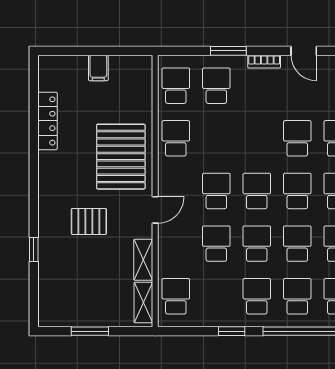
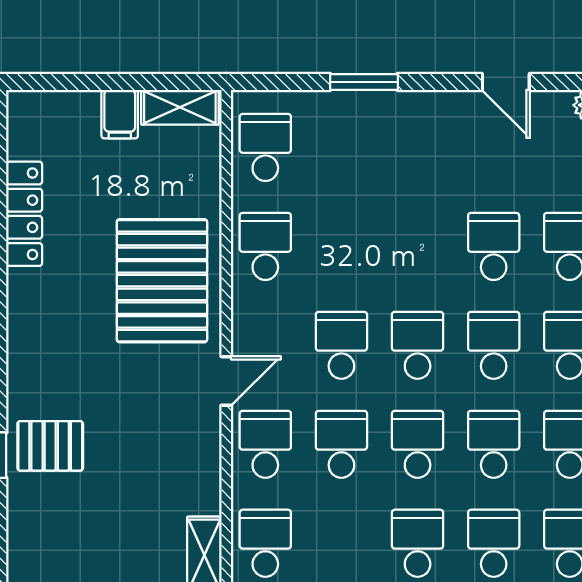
bookcase: (264, 62) -> (431, 102), removed
school desk: (216, 86) -> (265, 444), moved
pallet: (89, 221) -> (50, 446), moved
shelving: (143, 260) -> (180, 107), moved, turned 90

